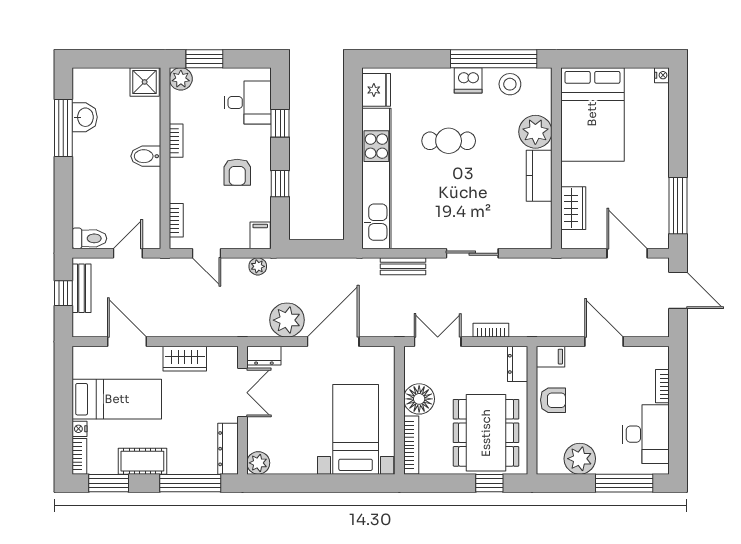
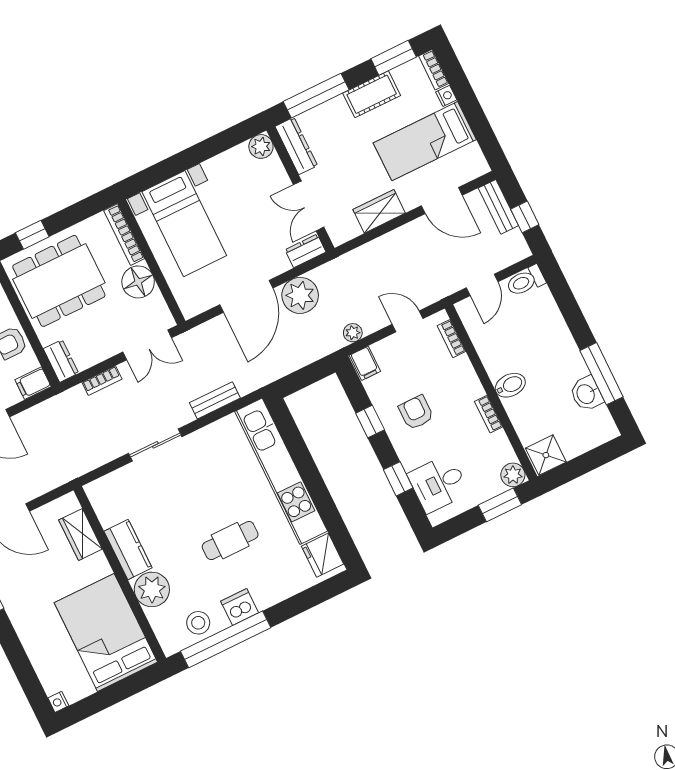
bench: (82, 288) -> (498, 207), moved
dining table: (486, 433) -> (59, 281), turned 90

